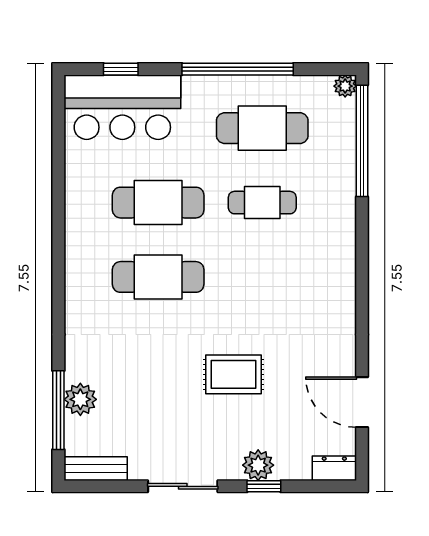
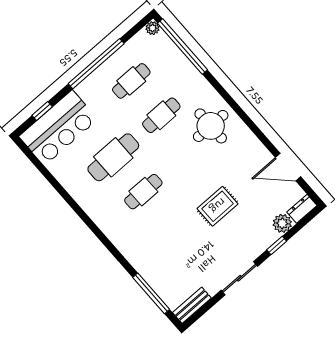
cafe table: (262, 128) -> (131, 81), width x0.73, depth x0.74
round table: (311, 269) -> (211, 126), added
cafe table: (158, 277) -> (143, 192), width x0.73, depth x0.74
plant: (80, 399) -> (157, 280), removed
plant: (258, 465) -> (282, 223), moved

